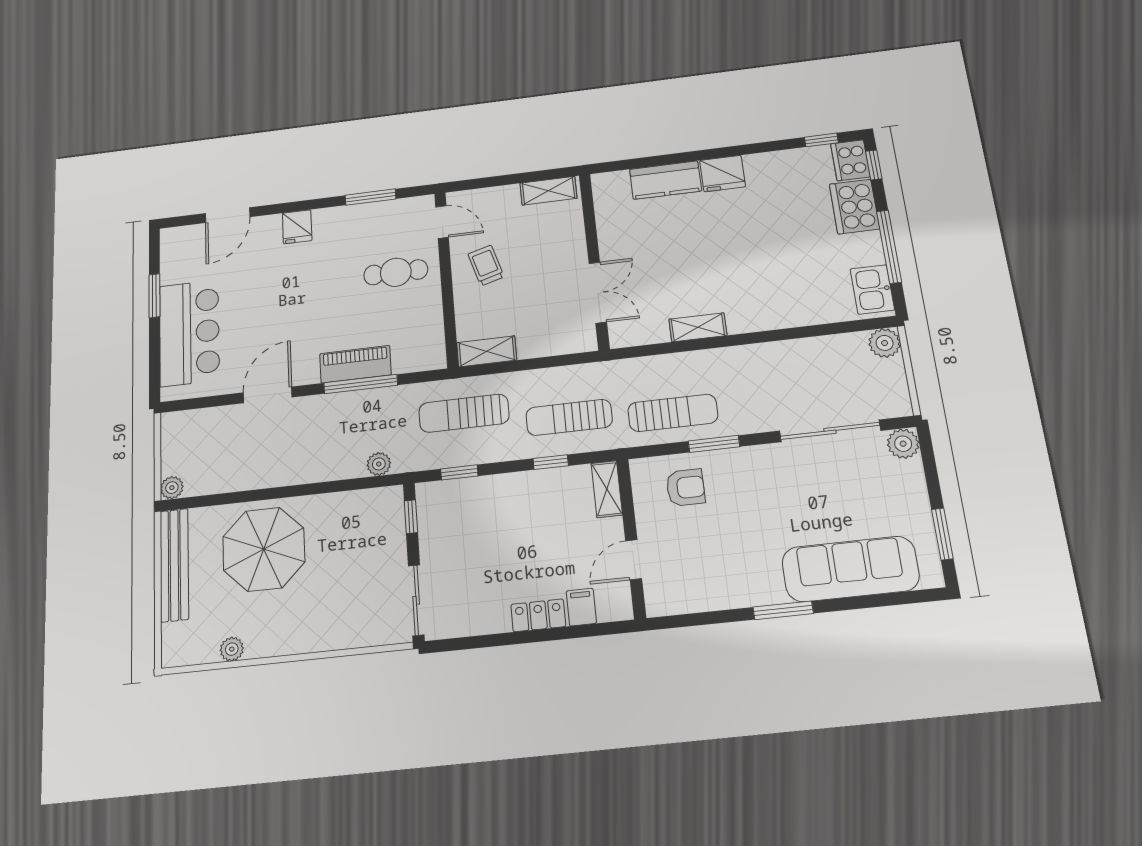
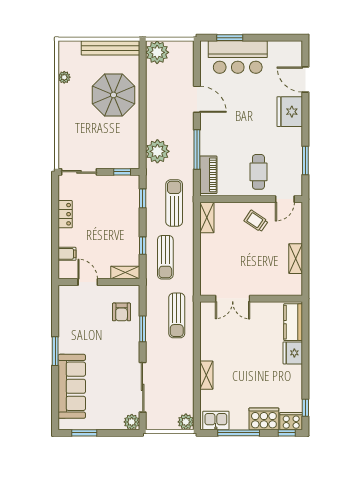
fridge: (297, 227) -> (290, 112), width x1.88, depth x1.34
wall: (594, 261) -> (251, 299), moved
trolley: (486, 265) -> (256, 221), turned -130
double door: (598, 293) -> (233, 299), moved
window: (154, 296) -> (230, 38), moved
shelving: (698, 327) -> (206, 375), moved
piano: (355, 364) -> (208, 175), moved
sun lounger: (673, 413) -> (177, 315), moved
sun lounger: (569, 417) -> (165, 257), turned 180
plant: (379, 464) -> (157, 151), width x1.88, depth x1.88
plant: (172, 488) -> (157, 52), width x1.87, depth x1.87
locker: (538, 615) -> (65, 214), moved

